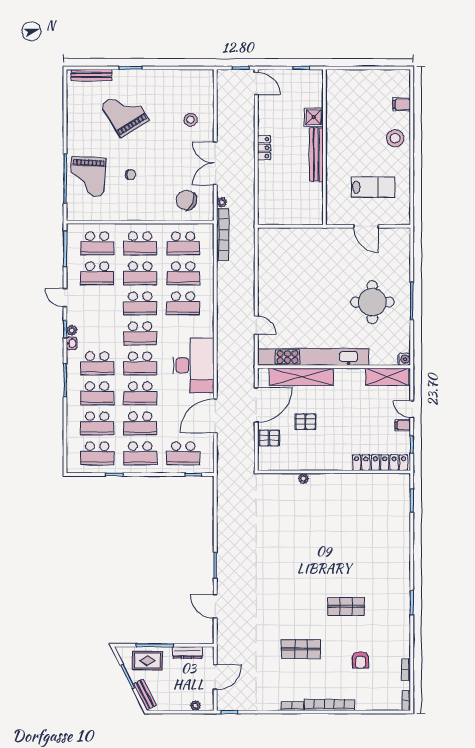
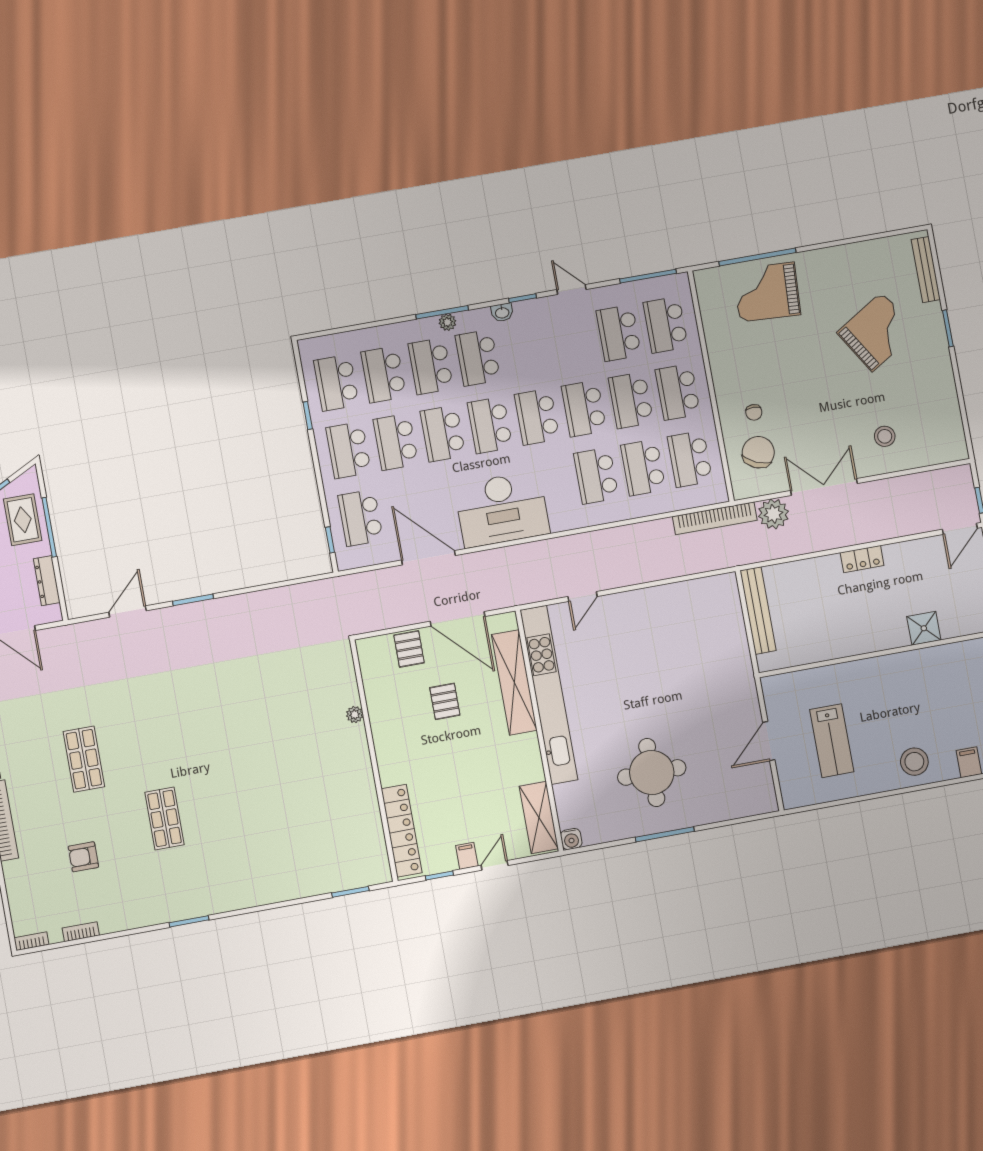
bench: (316, 154) -> (758, 611), moved, turned 90
chair: (130, 175) -> (754, 412), moved
plant: (222, 202) -> (773, 514), width x1.87, depth x1.87
door: (65, 298) -> (572, 290), hinge flipped
plant: (72, 330) -> (447, 322), moved

